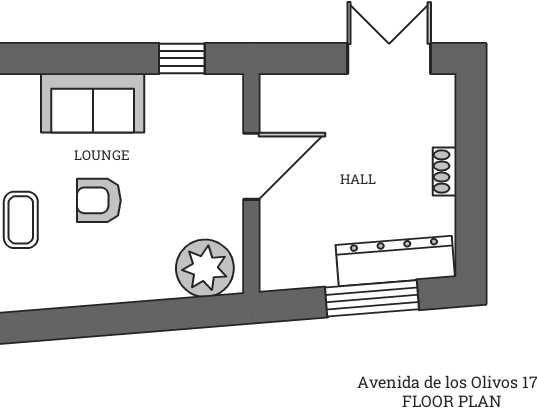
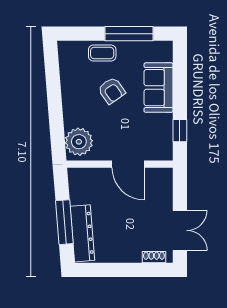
shoe rack: (445, 171) -> (154, 257), moved
armchair: (99, 200) -> (112, 91), turned 145

